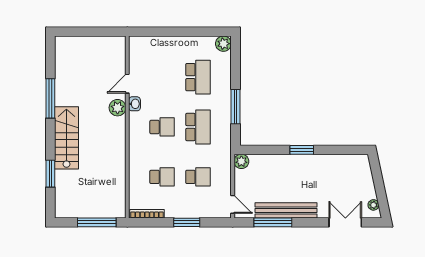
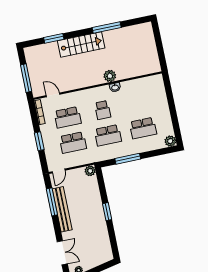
door: (127, 84) -> (53, 95), moved
school desk: (162, 177) -> (68, 117), width x1.85
school desk: (198, 177) -> (73, 143), width x1.85

